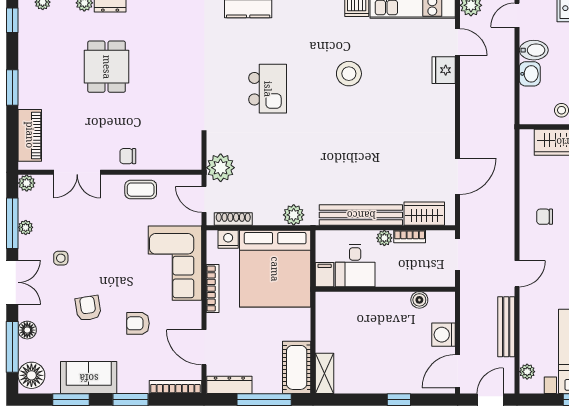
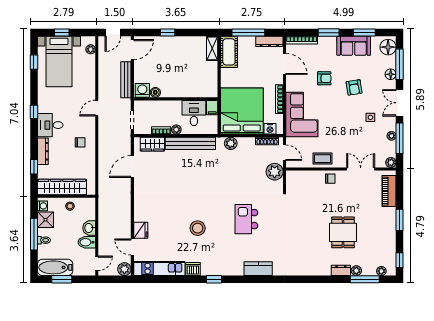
bench: (506, 327) -> (126, 80), moved
washing machine: (444, 335) -> (142, 90), moved, turned -90

